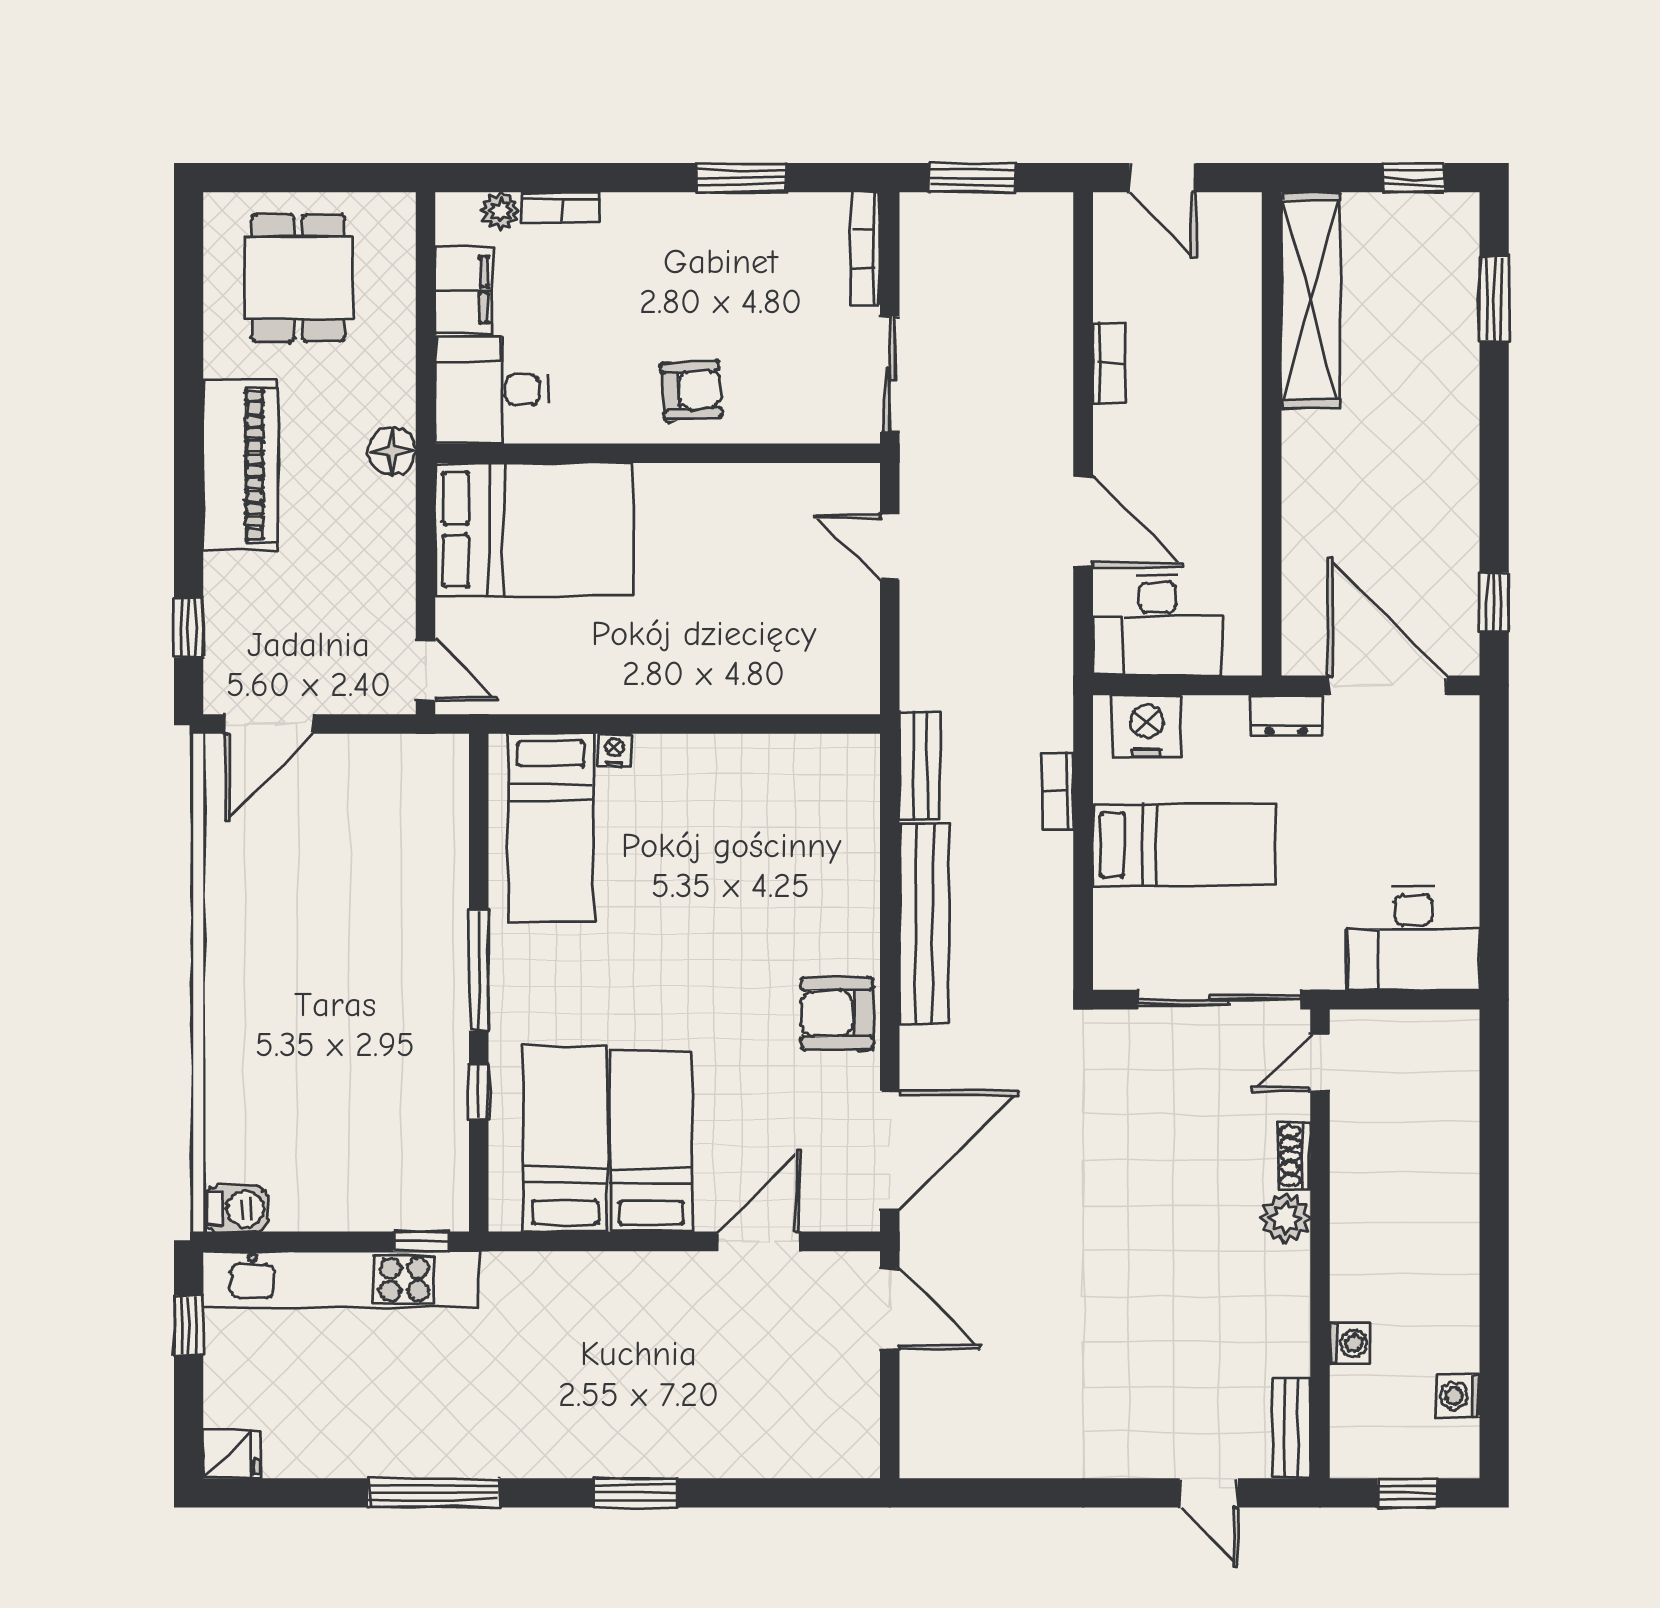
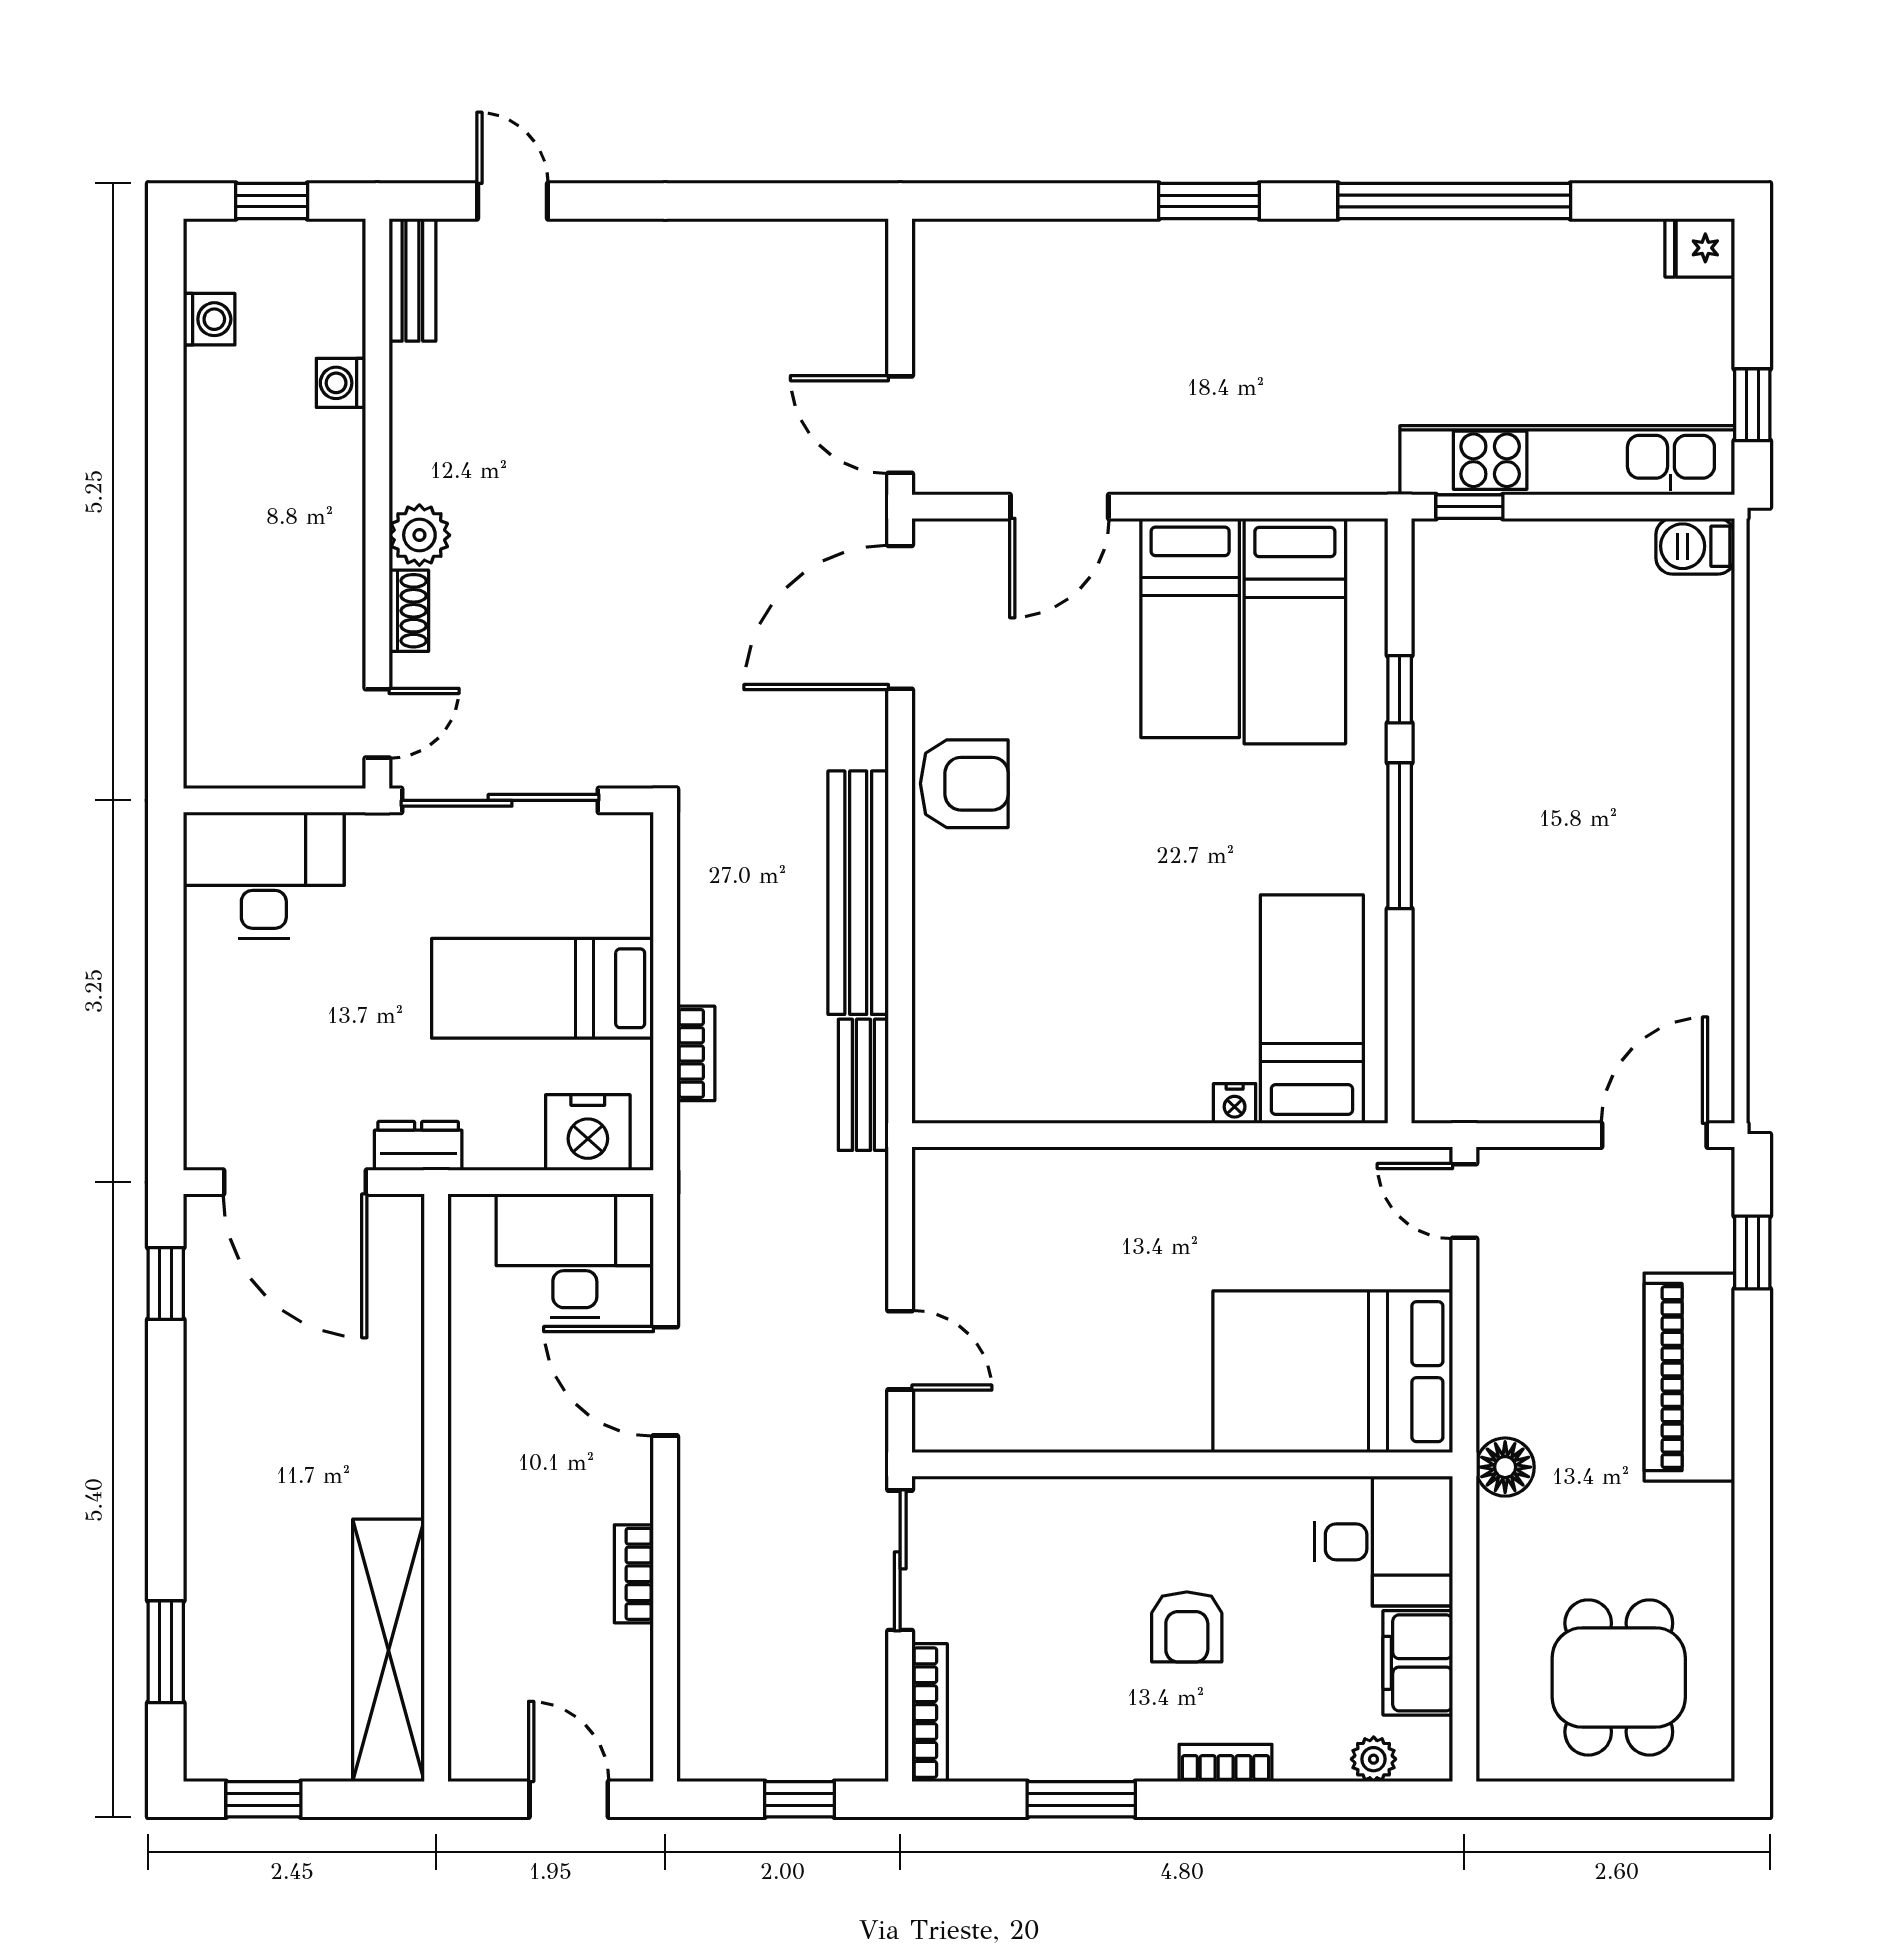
window: (973, 178) -> (799, 1799), width x0.67
bookcase: (561, 207) -> (1226, 1763), moved
armchair: (691, 390) -> (1187, 1627), moved, turned -86
piano: (240, 465) -> (1689, 1377), moved
window: (434, 1493) -> (1454, 201), width x1.46

